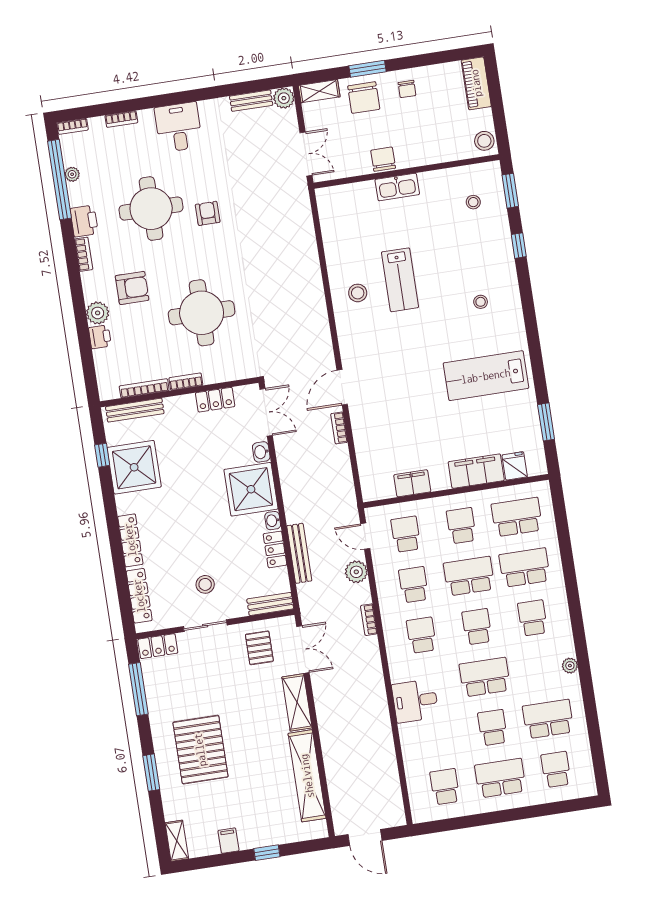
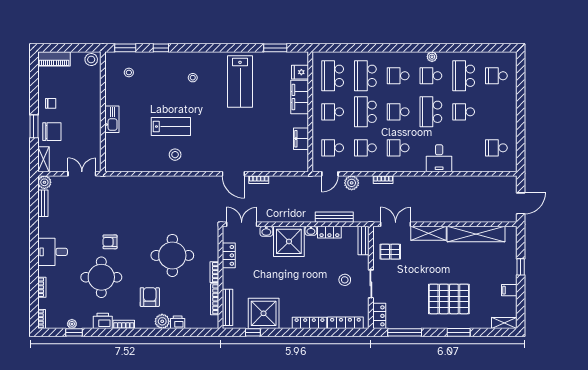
chair: (383, 159) -> (93, 125), removed
window: (59, 180) -> (74, 332), width x0.32
school desk: (500, 778) -> (431, 76), moved, width x0.54

